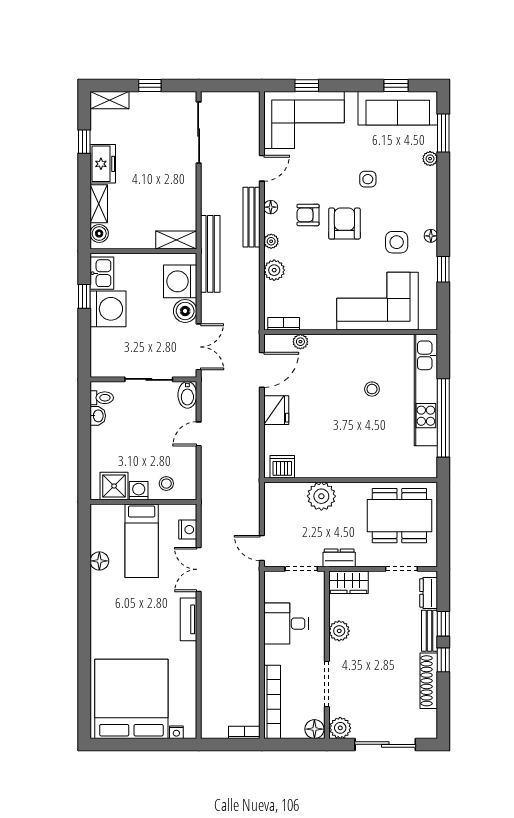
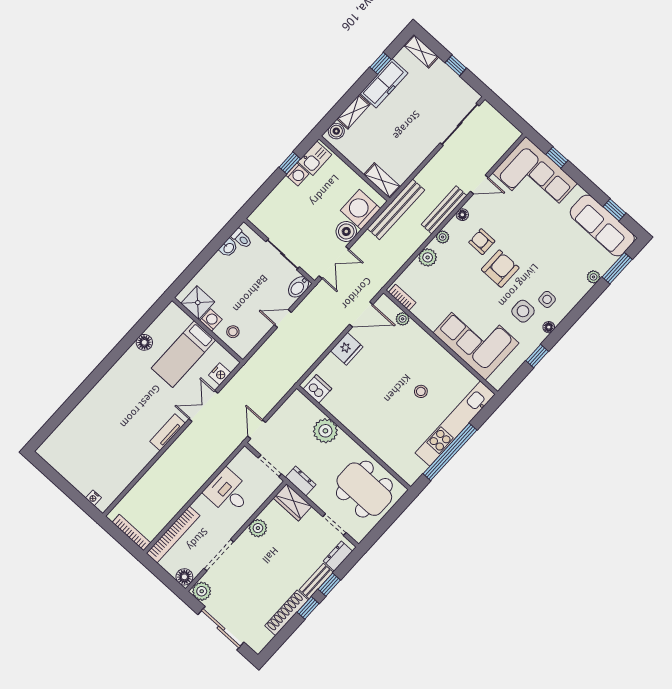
freezer: (103, 164) -> (384, 83), width x1.40
side table: (368, 179) -> (547, 299), moved
washing machine: (108, 309) -> (297, 175), width x0.53, depth x0.53
bed: (131, 699) -> (84, 450), removed
bookcase: (244, 732) -> (132, 533), width x1.56

